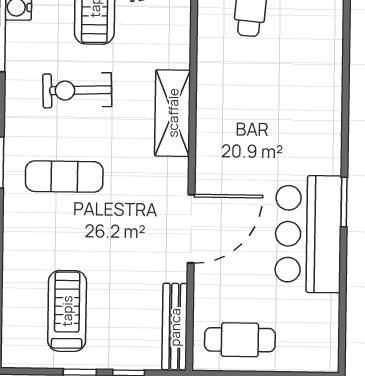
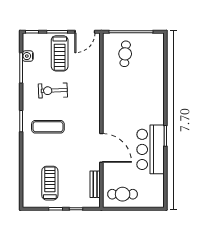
shelving: (173, 113) -> (93, 100), removed
door: (191, 229) -> (101, 148), hinge flipped
bench: (175, 327) -> (95, 184), width x0.73

